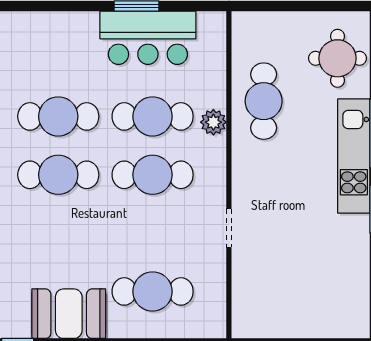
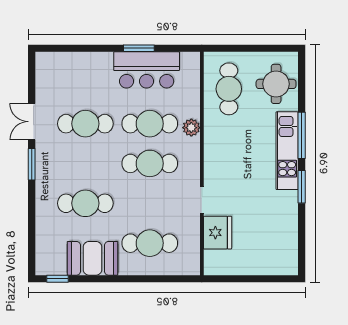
cafe table: (264, 101) -> (229, 89), moved
cafe table: (58, 175) -> (85, 203), moved
fridge: (252, 276) -> (218, 233), added

